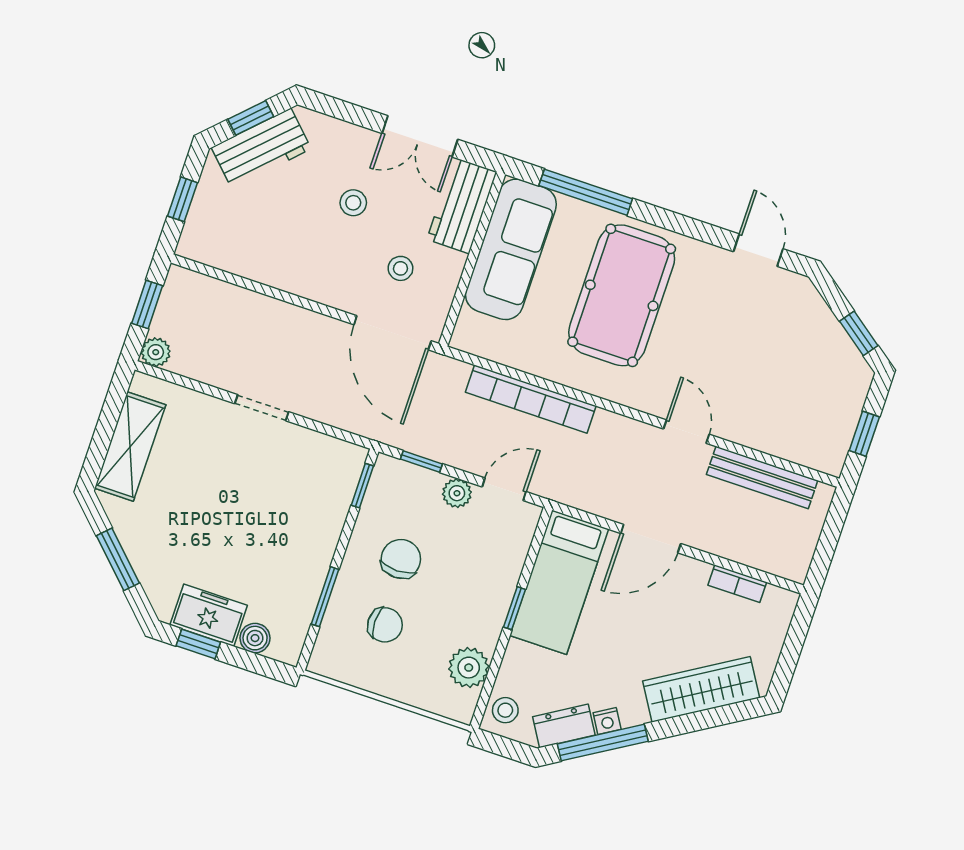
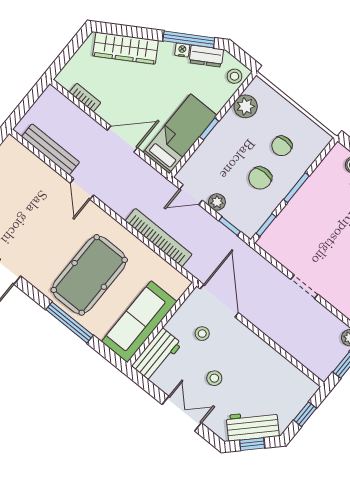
double door: (420, 136) -> (182, 414), moved
window: (586, 192) -> (69, 322), moved
window: (325, 597) -> (296, 188), moved
chair: (385, 625) -> (282, 146), turned -90

